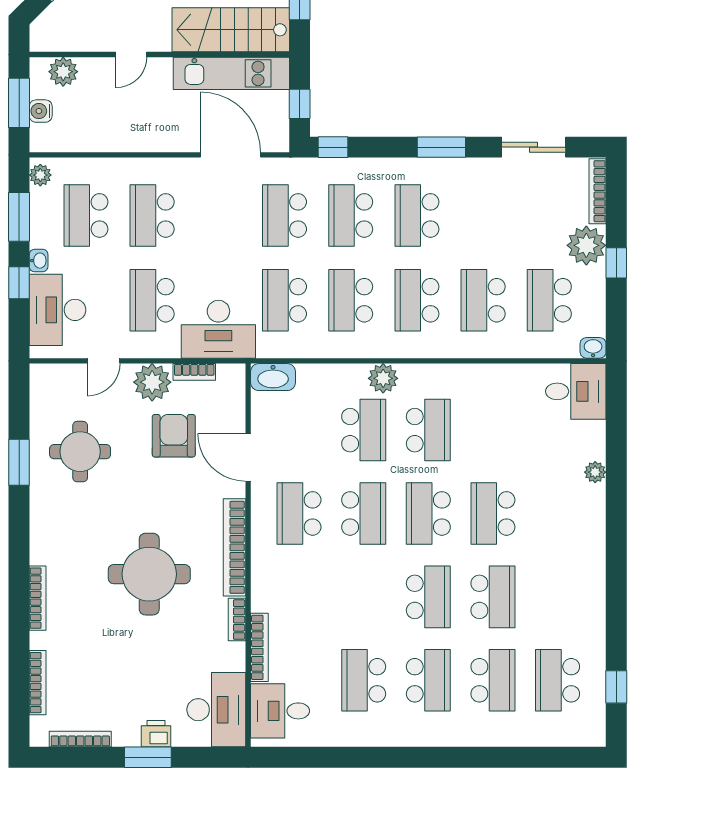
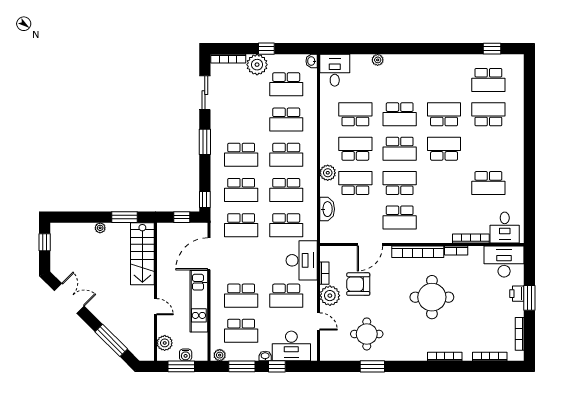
kitchen unit: (231, 73) -> (199, 301), moved, turned 180
washbasin: (273, 377) -> (327, 209), moved
school desk: (428, 680) -> (355, 114), moved

